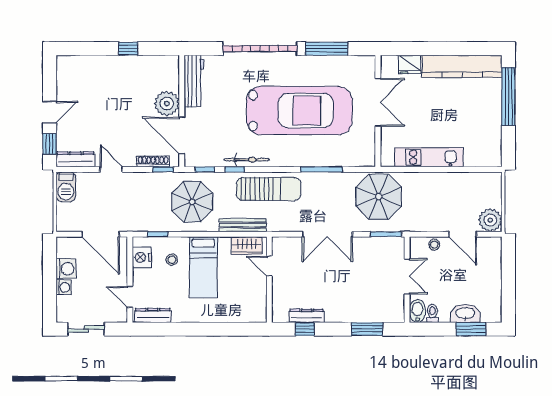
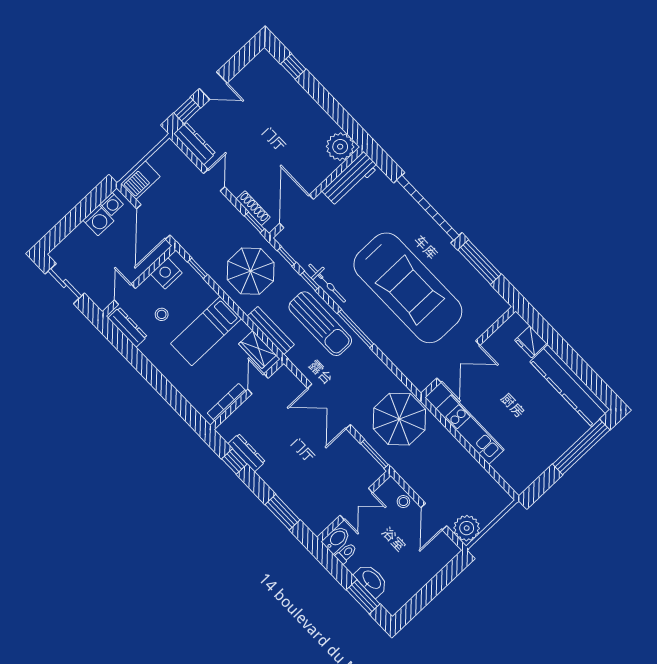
window: (128, 49) -> (293, 67), moved
double door: (378, 102) -> (458, 362), moved
plant: (167, 104) -> (340, 147), moved
window: (321, 169) -> (356, 329), moved
barbecue: (66, 187) -> (140, 180), moved
stool: (172, 260) -> (162, 314), moved
washing machine: (64, 287) -> (112, 204), moved
bookcase: (262, 298) -> (227, 402), added

